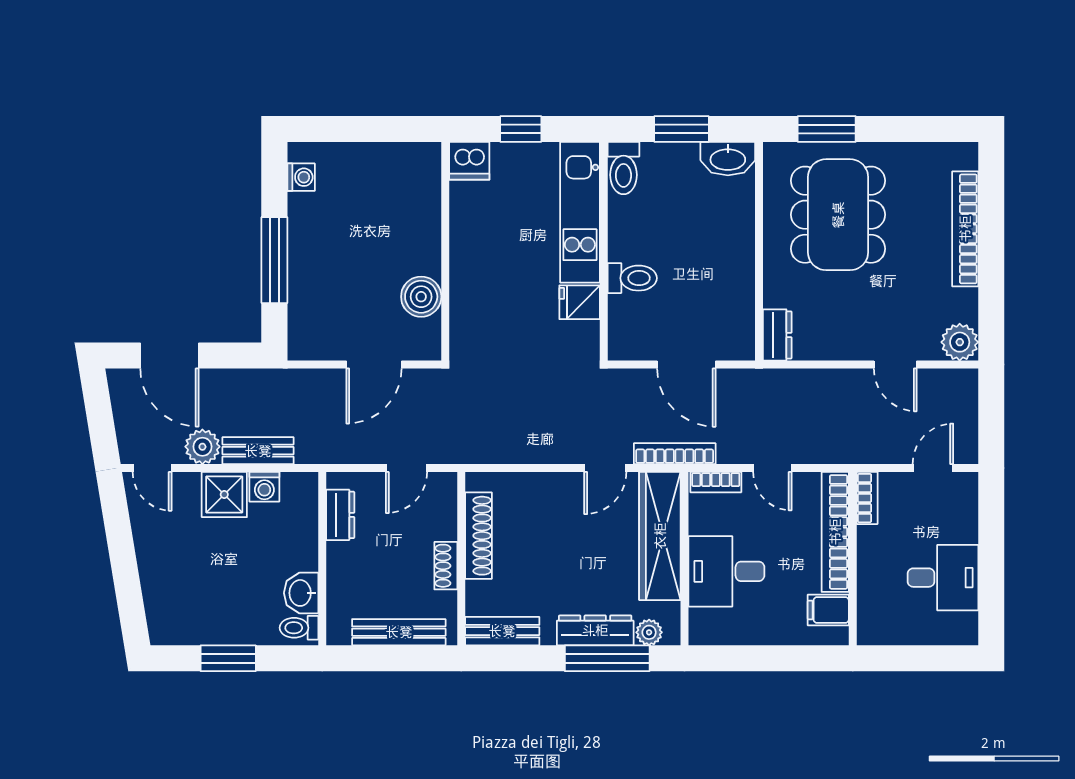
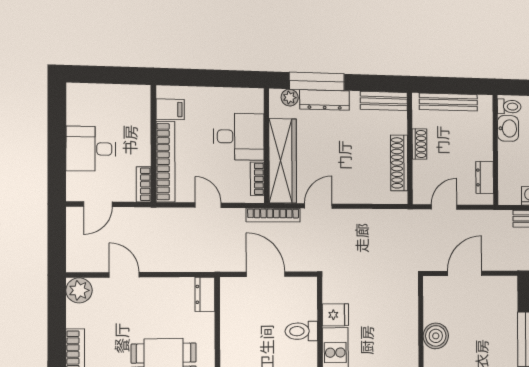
boiler: (421, 297) -> (436, 336), moved
bookcase: (716, 482) -> (257, 179), moved, turned -90
desk: (943, 578) -> (91, 149), moved

